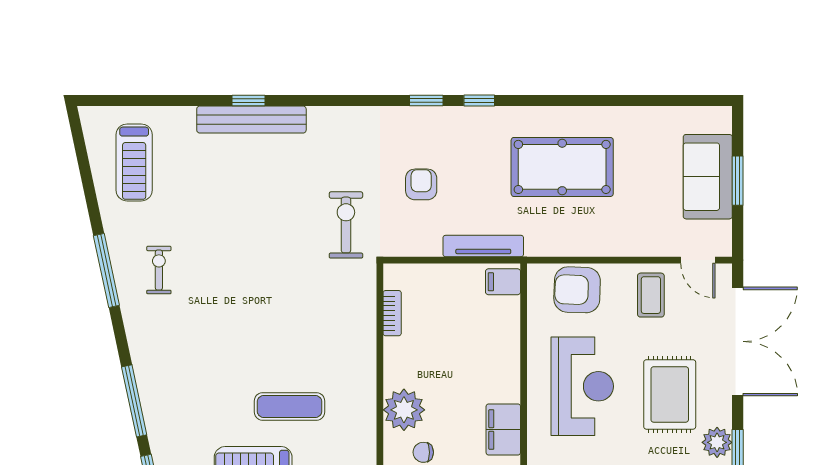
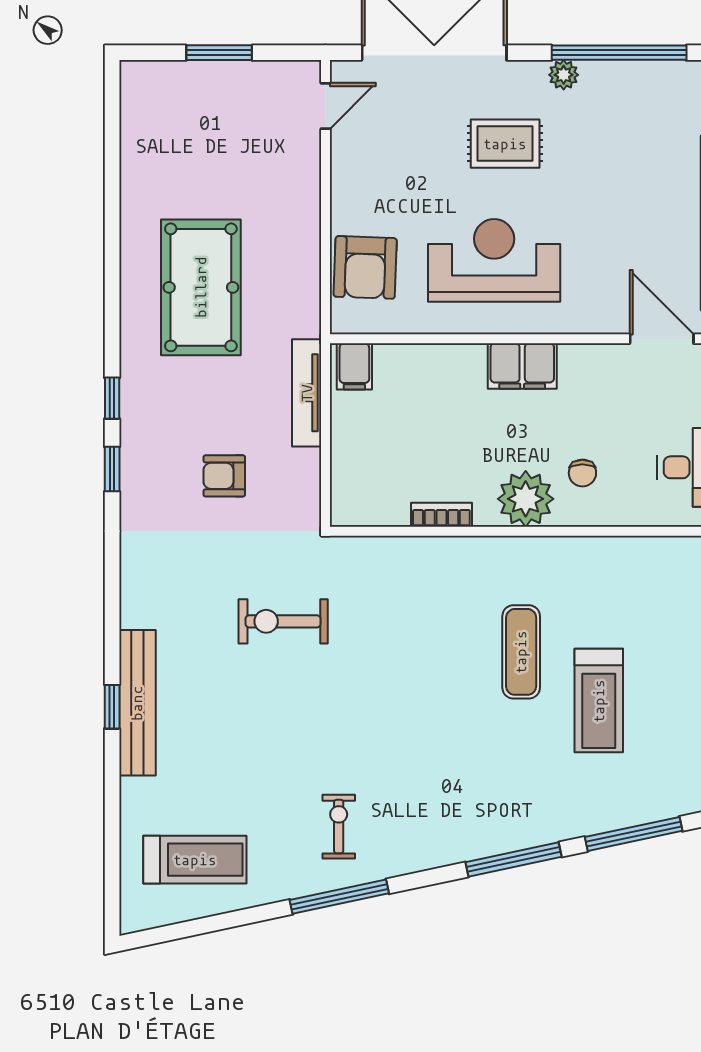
sofa: (708, 177) -> (214, 93), removed
exercise bike: (346, 225) -> (283, 621), moved
exercise bike: (159, 270) -> (339, 827), turned 90
coffee table: (651, 295) -> (372, 169), removed
bookcase: (392, 313) -> (441, 515), moved
rug: (670, 394) -> (505, 144), width x0.73, depth x0.70
filing cabinet: (503, 429) -> (522, 366), moved
plant: (717, 442) -> (564, 75), width x0.73, depth x0.73

